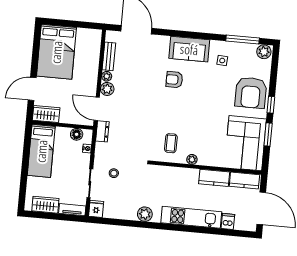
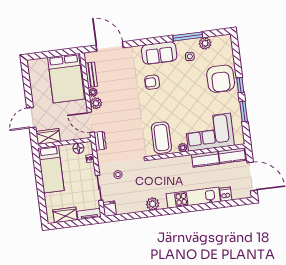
window: (243, 40) -> (188, 36), moved
bed: (56, 52) -> (66, 78), moved
plant: (264, 52) -> (205, 43), moved
coffee table: (171, 143) -> (161, 138), width x1.86, depth x1.72
corner sofa: (245, 143) -> (209, 132), moved, turned 90

